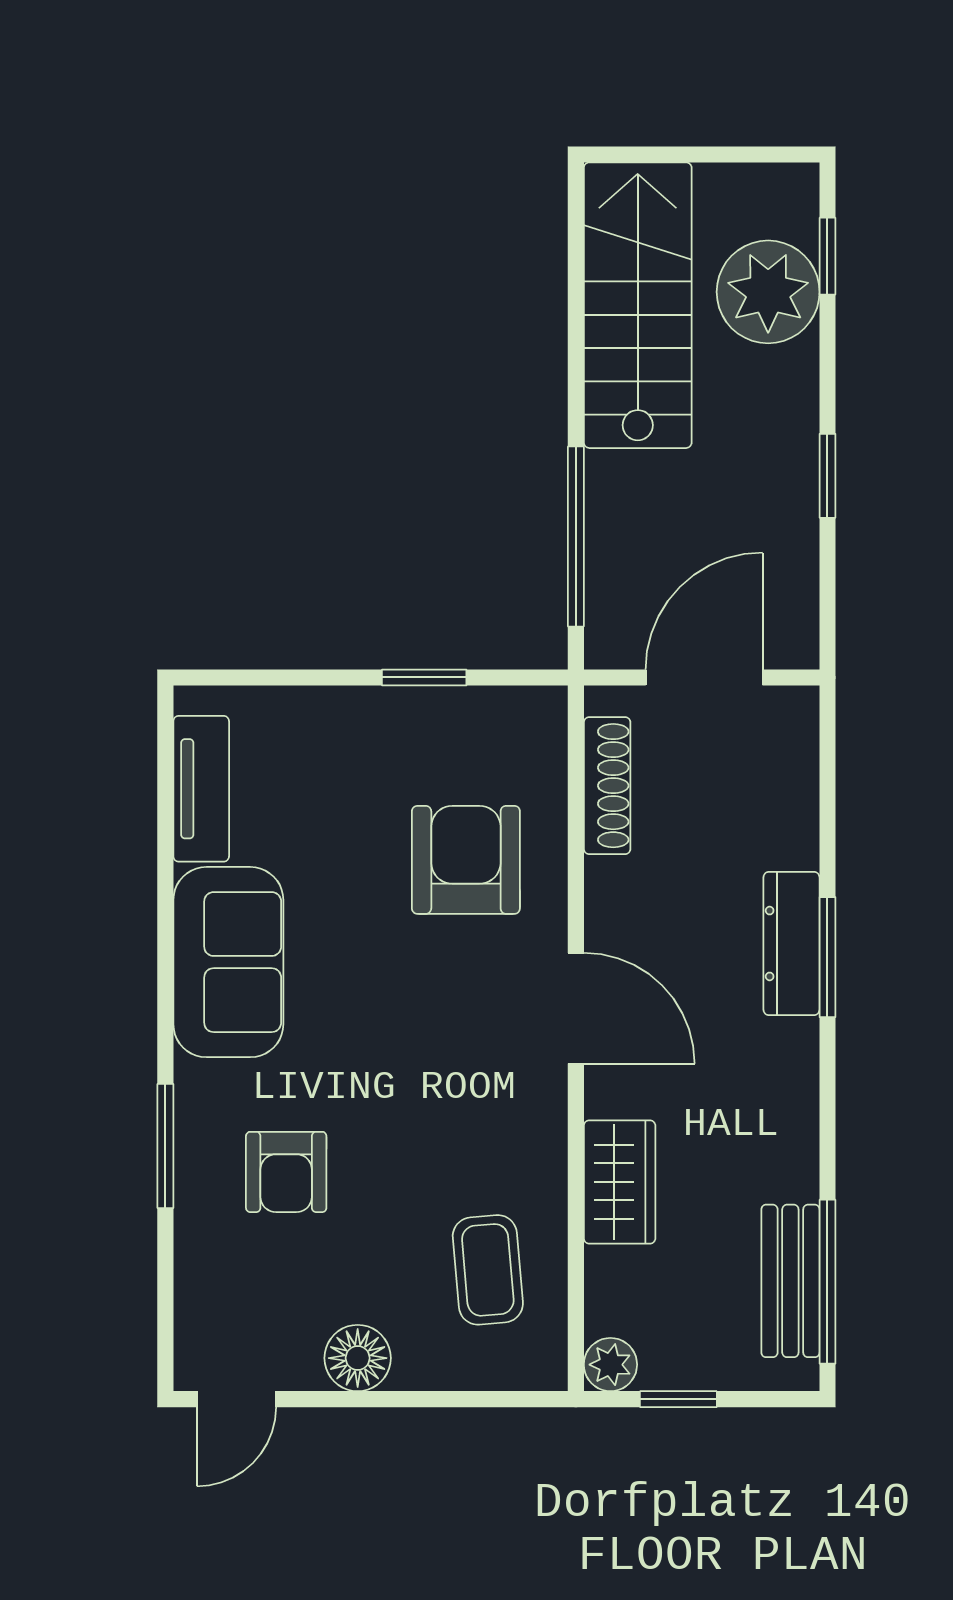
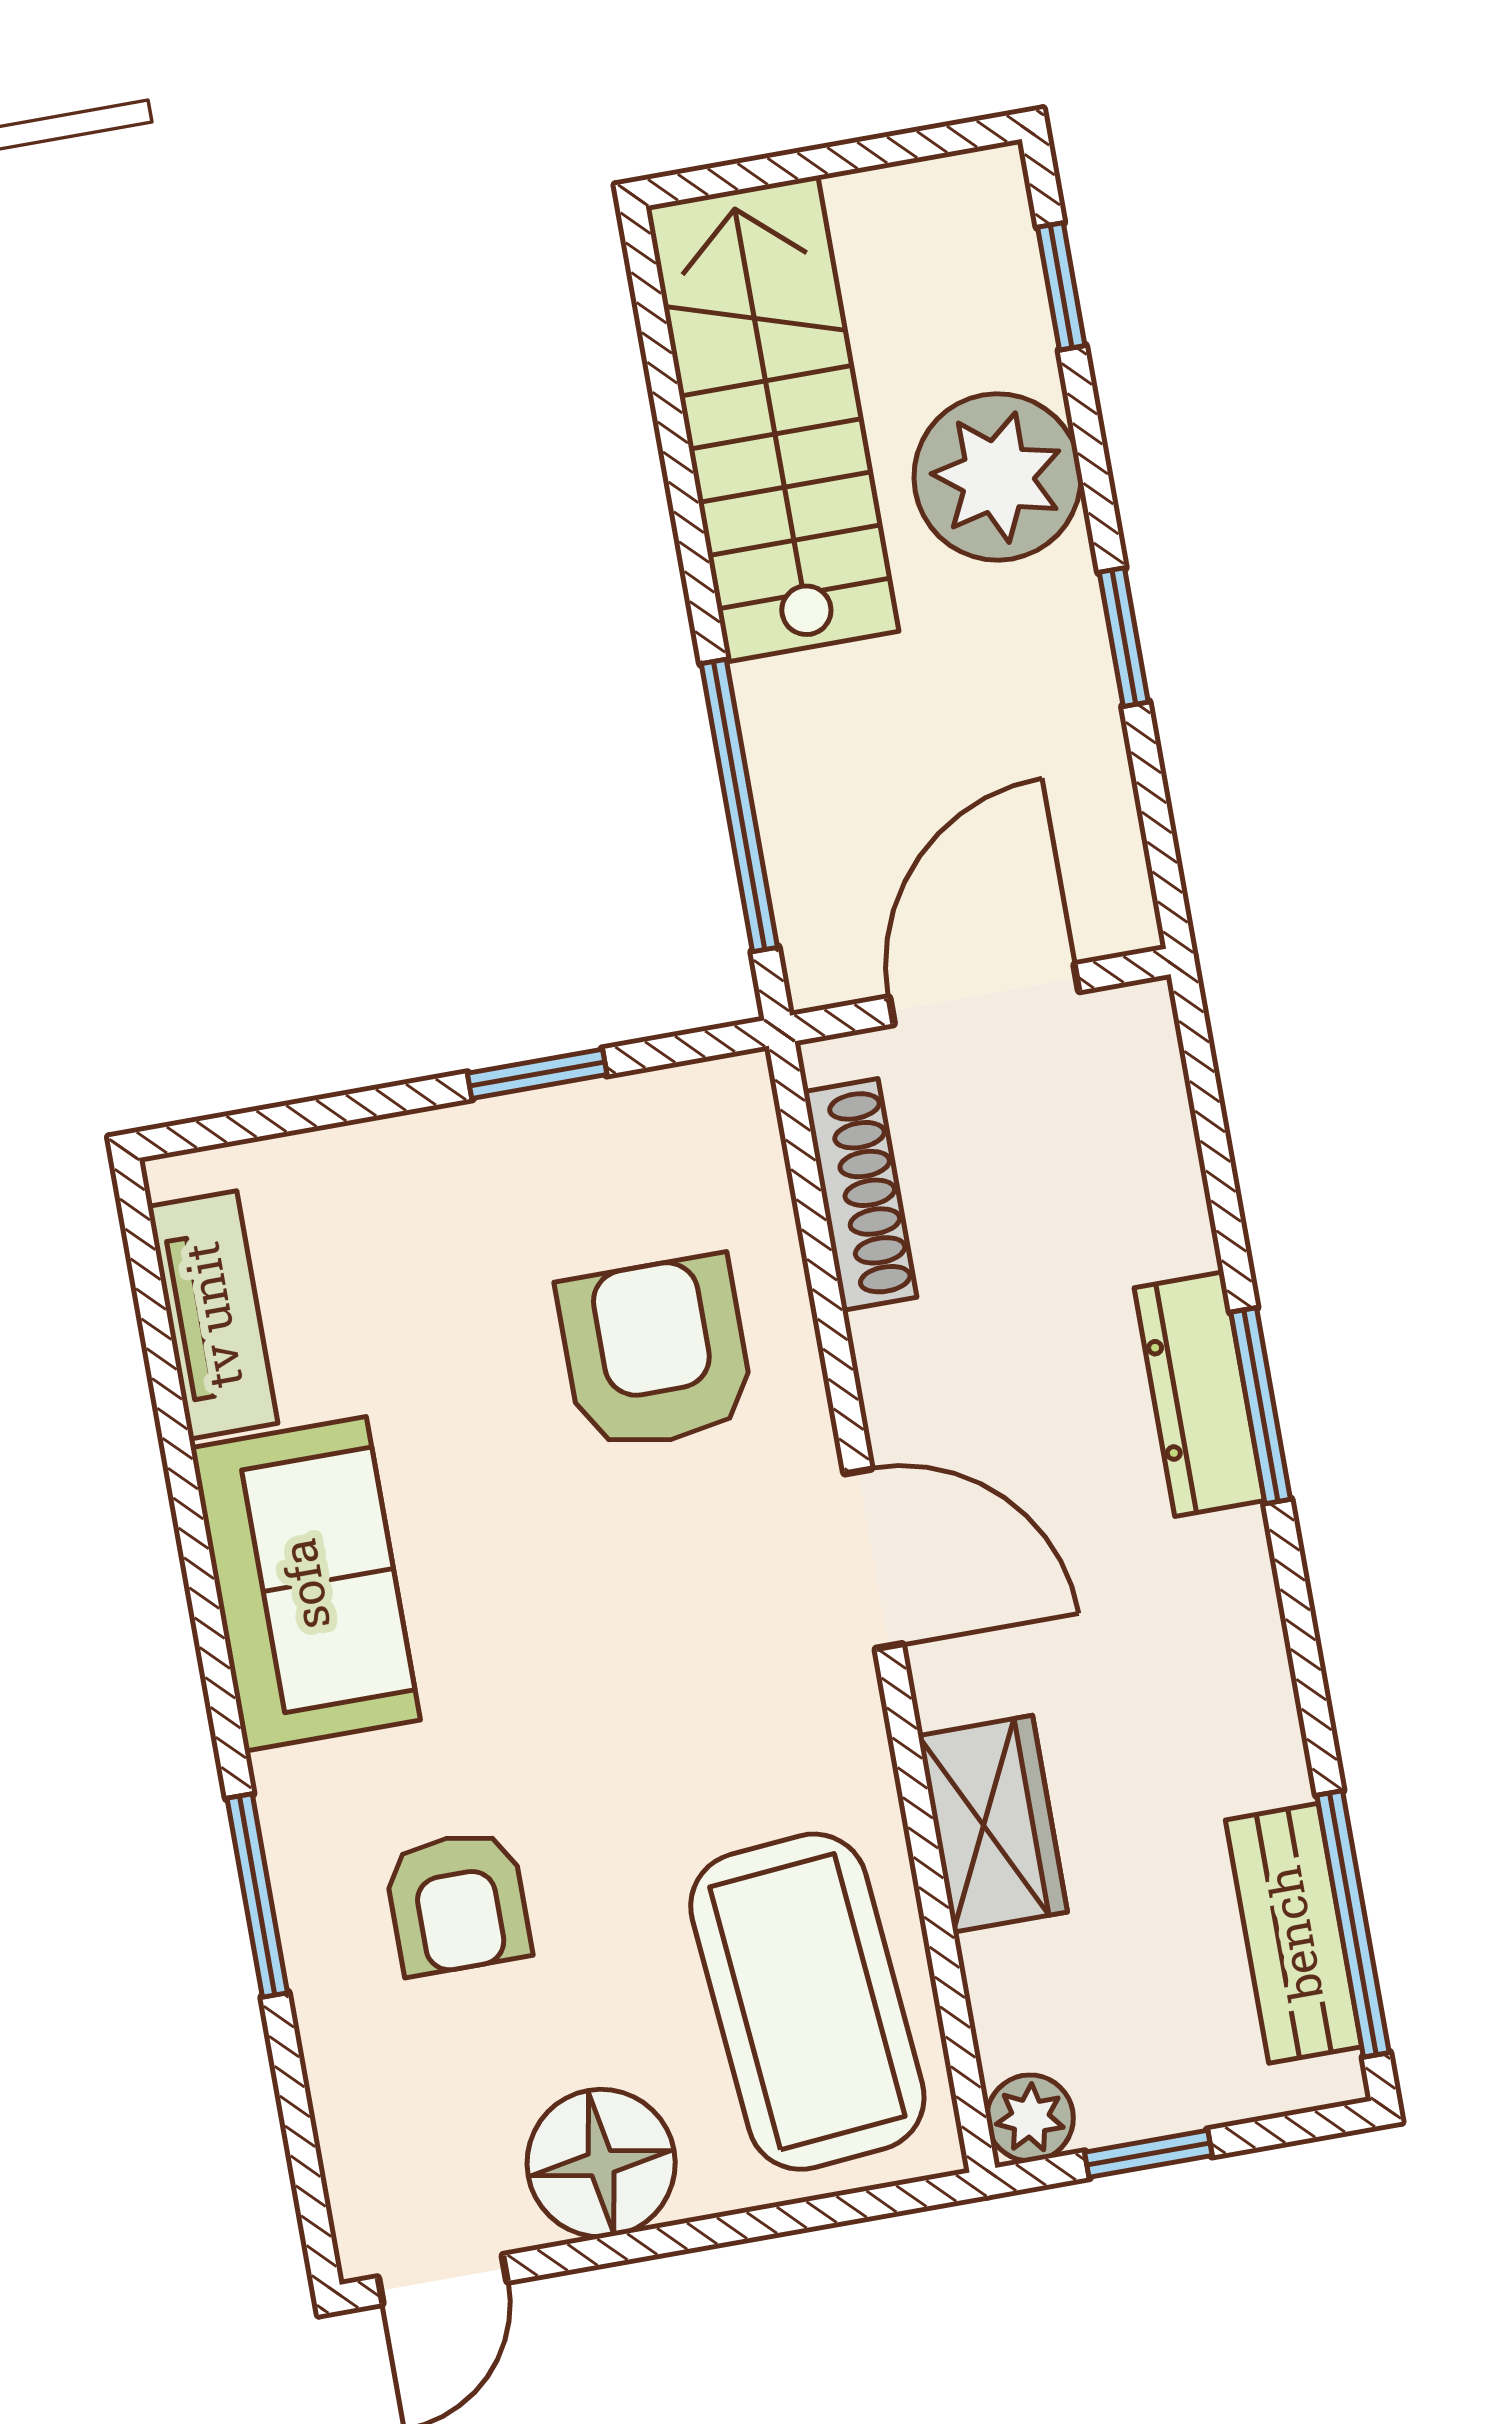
plant: (768, 292) -> (997, 477), moved
coffee table: (488, 1270) -> (807, 2002), width x1.86, depth x1.72
floor lamp: (358, 1358) -> (601, 2163), width x1.38, depth x1.38

